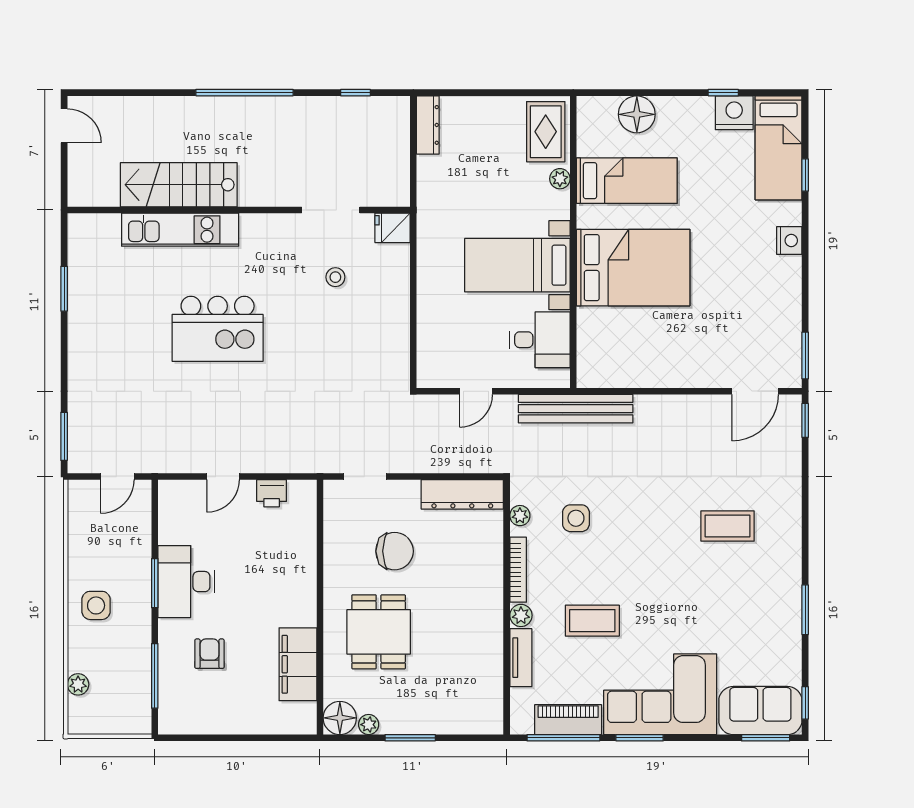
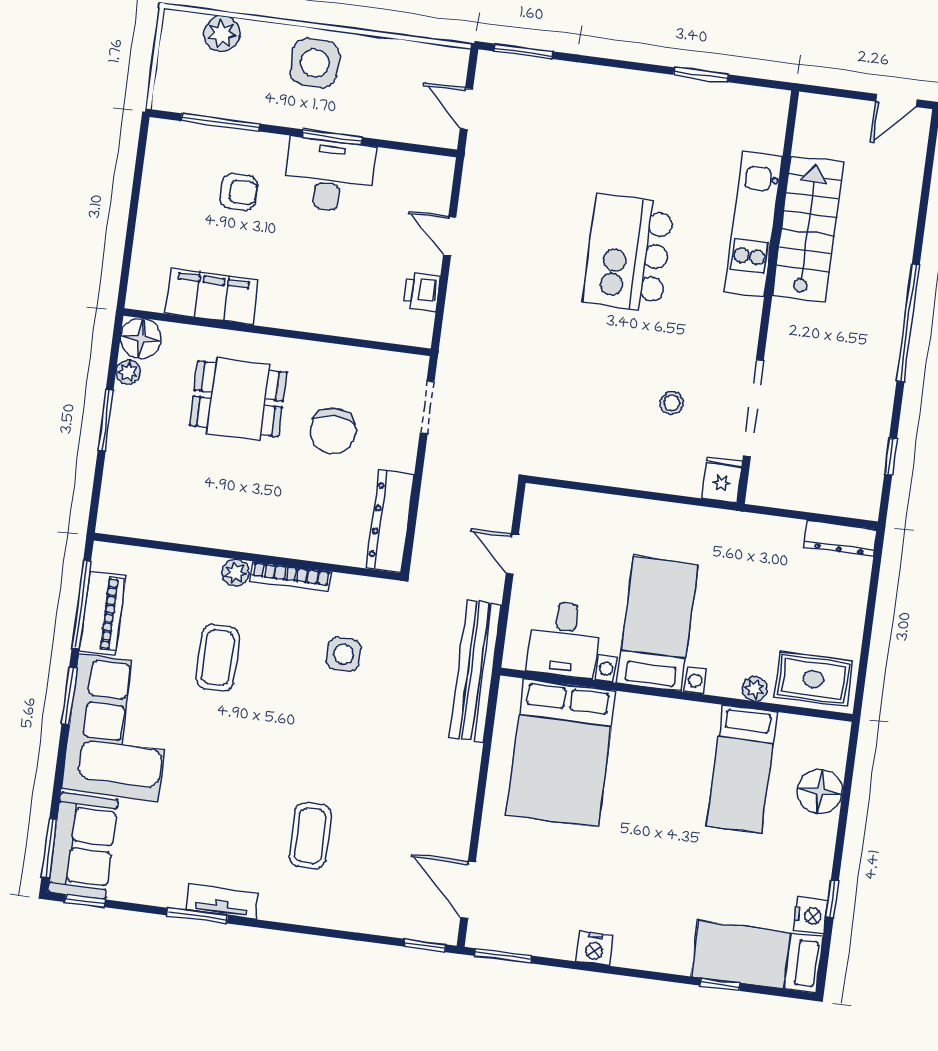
nightstand: (734, 113) -> (811, 916), width x0.74, depth x0.75
doorway: (331, 210) -> (753, 408), width x1.36
nightstand: (789, 241) -> (595, 948), moved
bed: (633, 268) -> (561, 753), moved
plant: (520, 516) -> (356, 587), removed
side table: (96, 605) -> (315, 63), width x1.37, depth x1.37
tv unit: (521, 658) -> (222, 901), moved, turned 180
plant: (78, 684) -> (222, 34), width x1.38, depth x1.38

